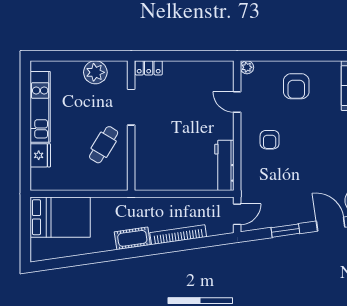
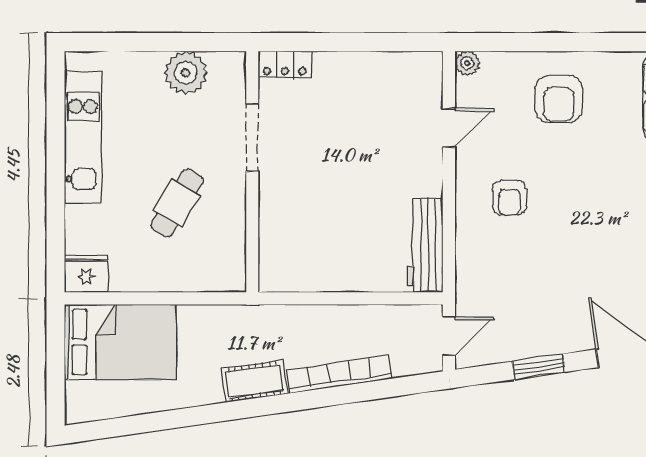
door: (237, 102) -> (449, 128), swing flipped
cafe table: (104, 145) -> (177, 203), moved
fridge: (40, 155) -> (86, 274), moved, turned -90

